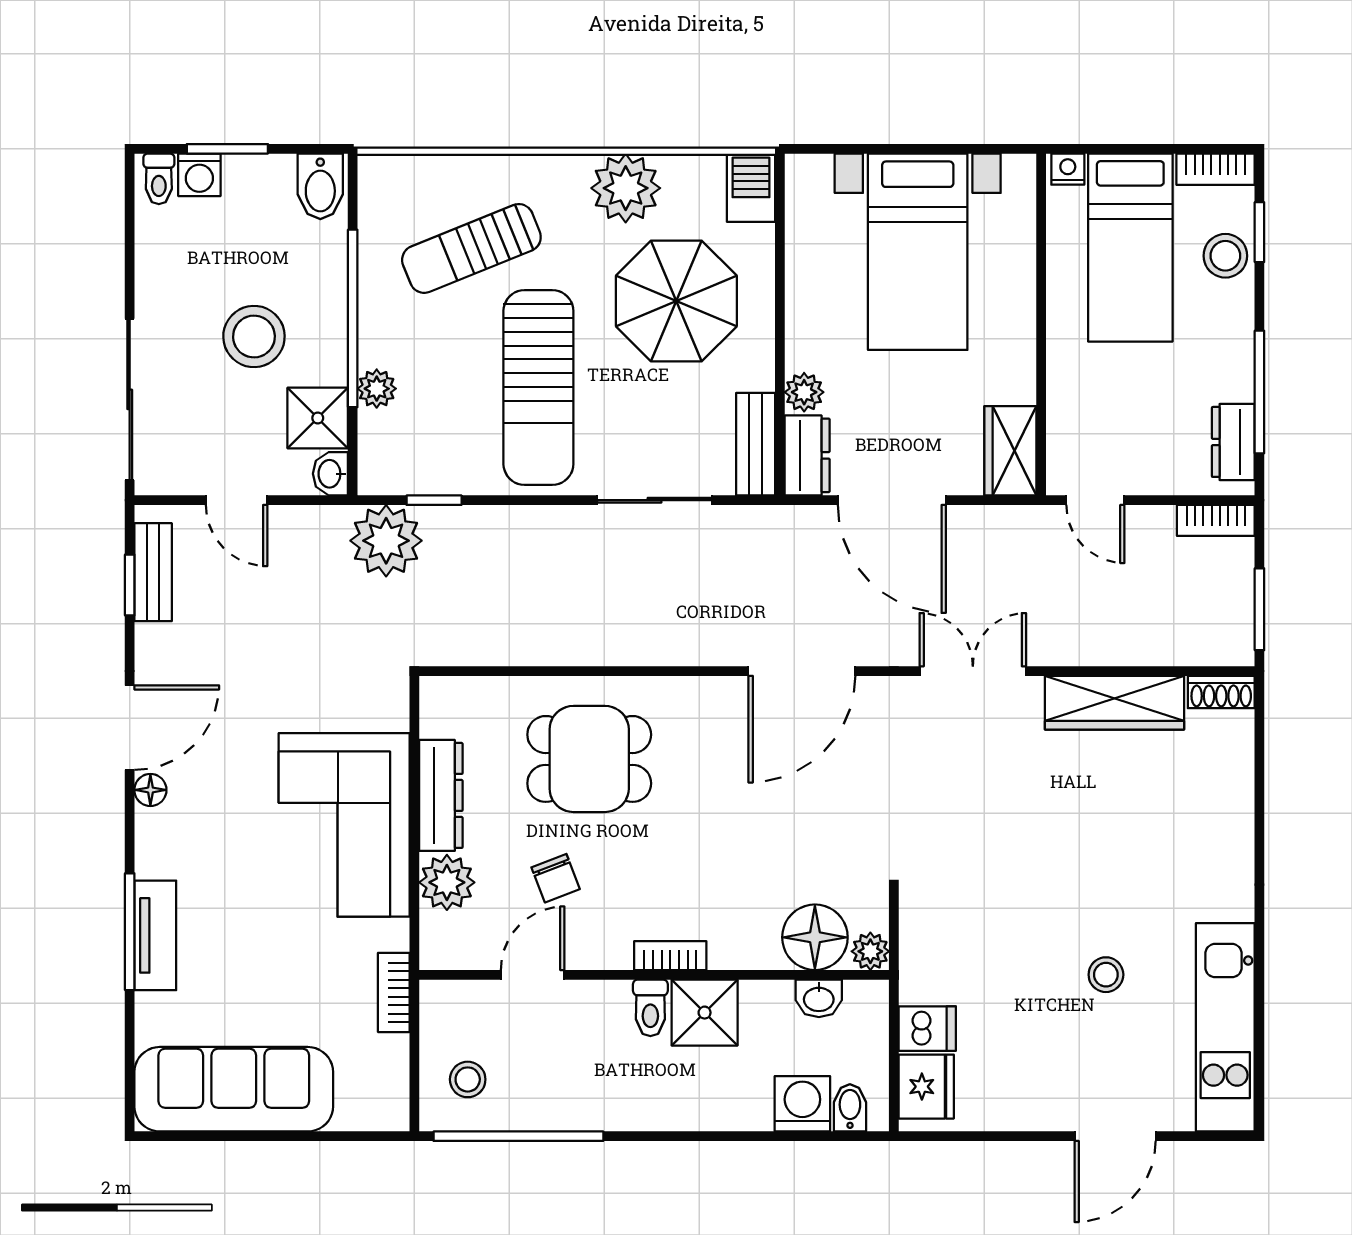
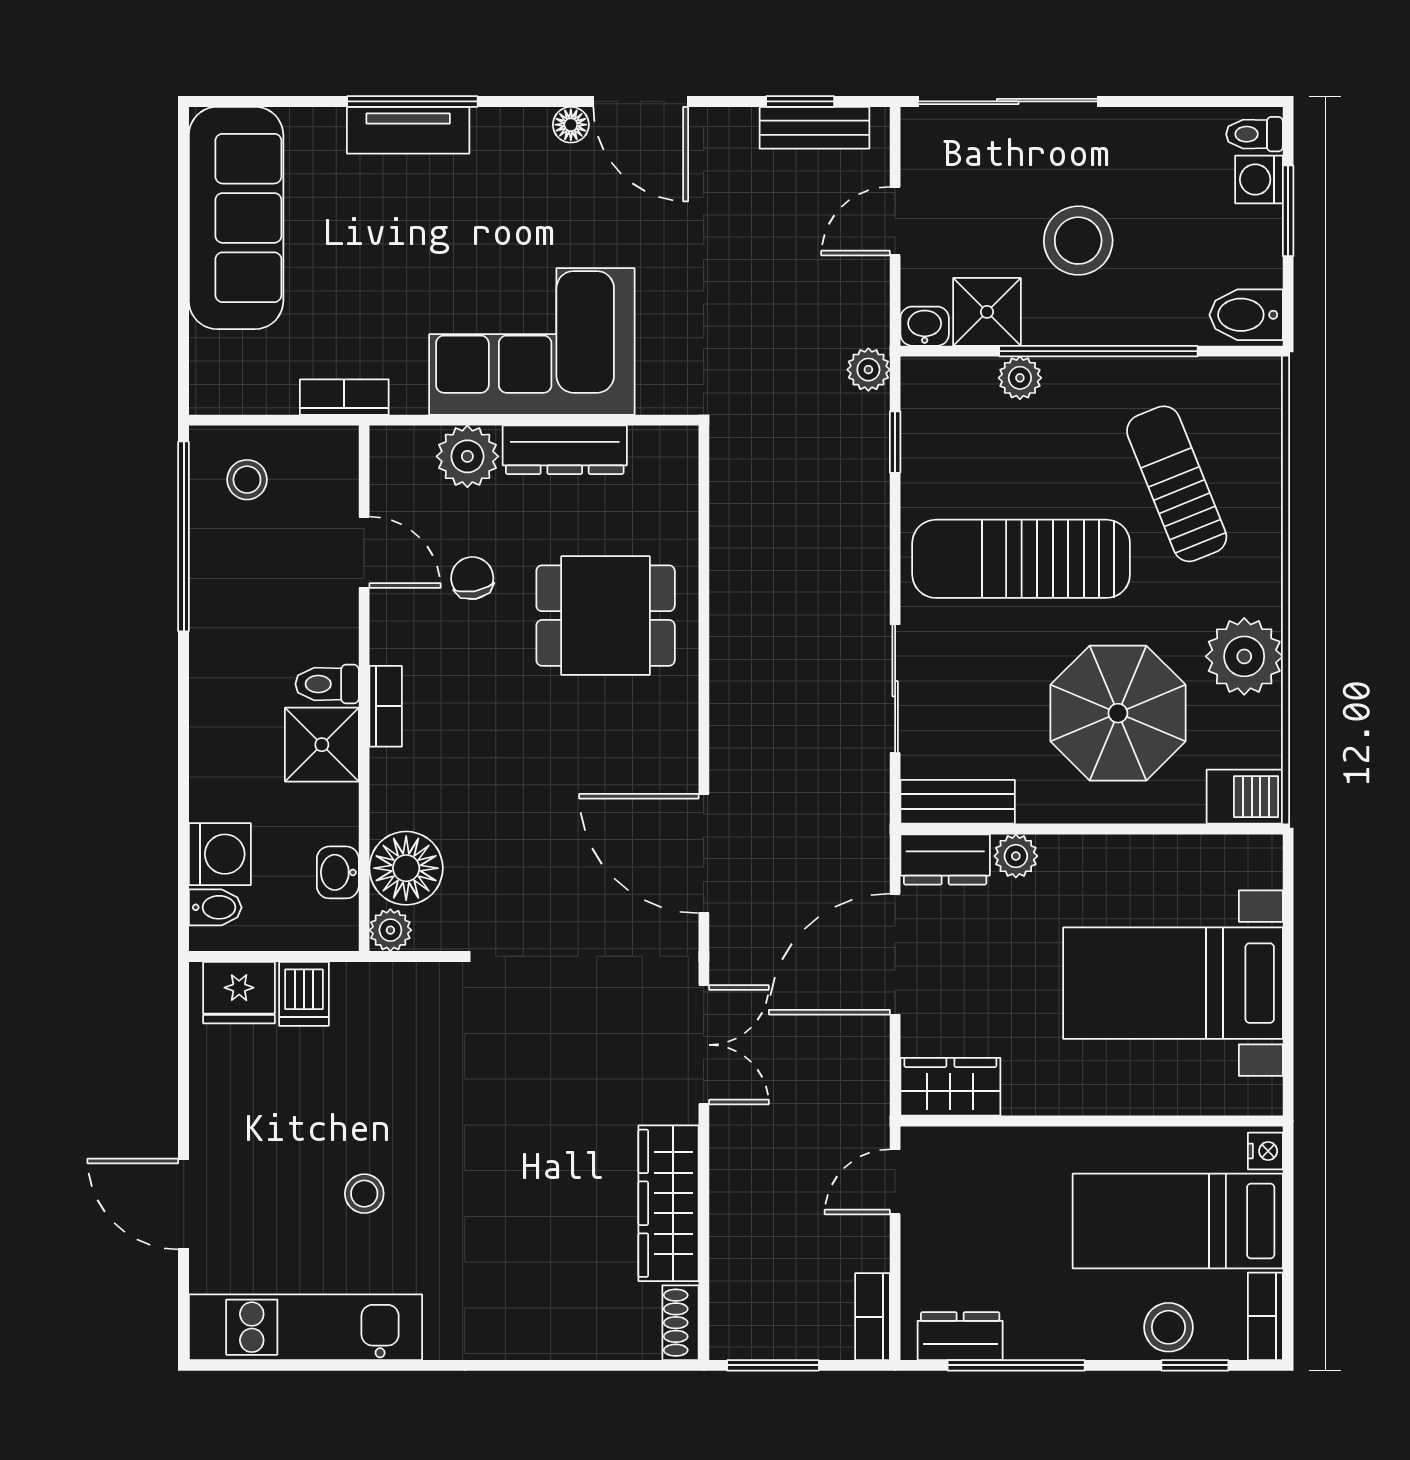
plant: (386, 541) -> (868, 370), width x0.53, depth x0.53
dining table: (589, 759) -> (606, 616), turned 90
chair: (556, 878) -> (472, 578), turned 101

